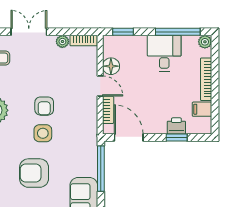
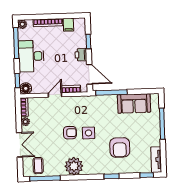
double door: (29, 32) -> (20, 145), swing flipped
desk: (164, 53) -> (31, 56), width x1.37
floor lamp: (111, 66) -> (26, 88), moved
printer: (176, 126) -> (81, 55), moved
door: (129, 137) -> (89, 74), swing flipped
armchair: (34, 173) -> (120, 147), moved

